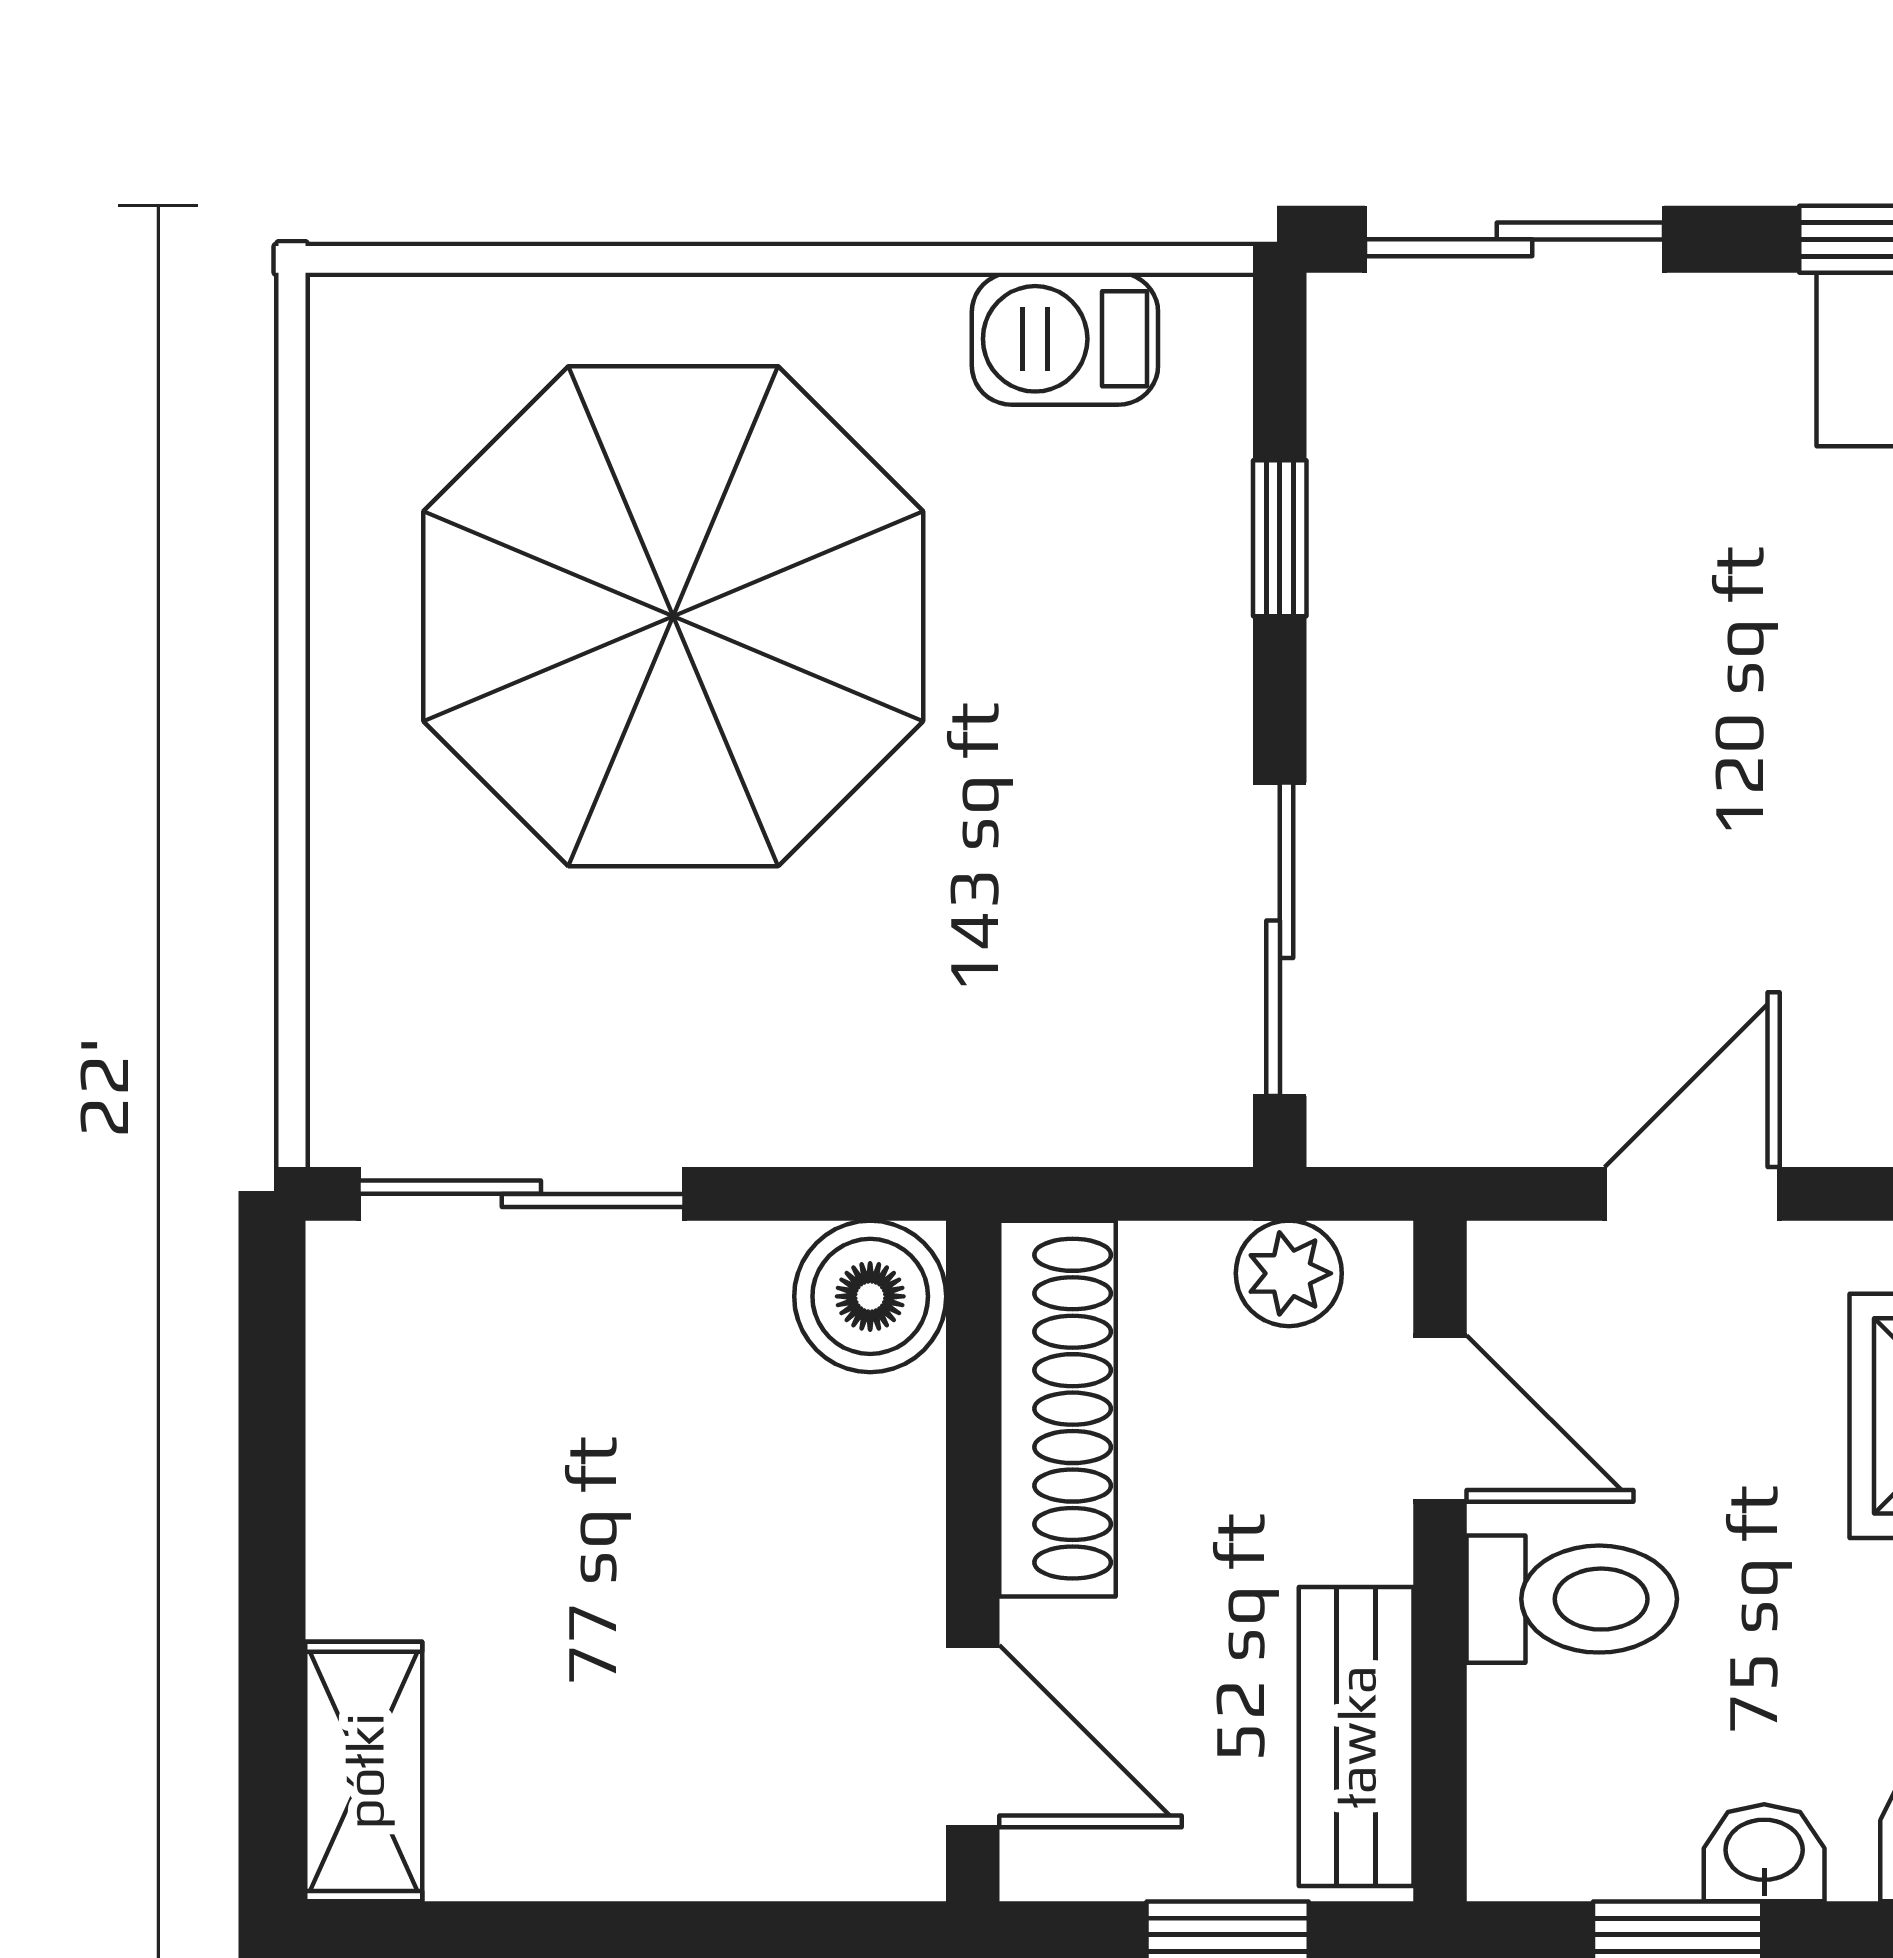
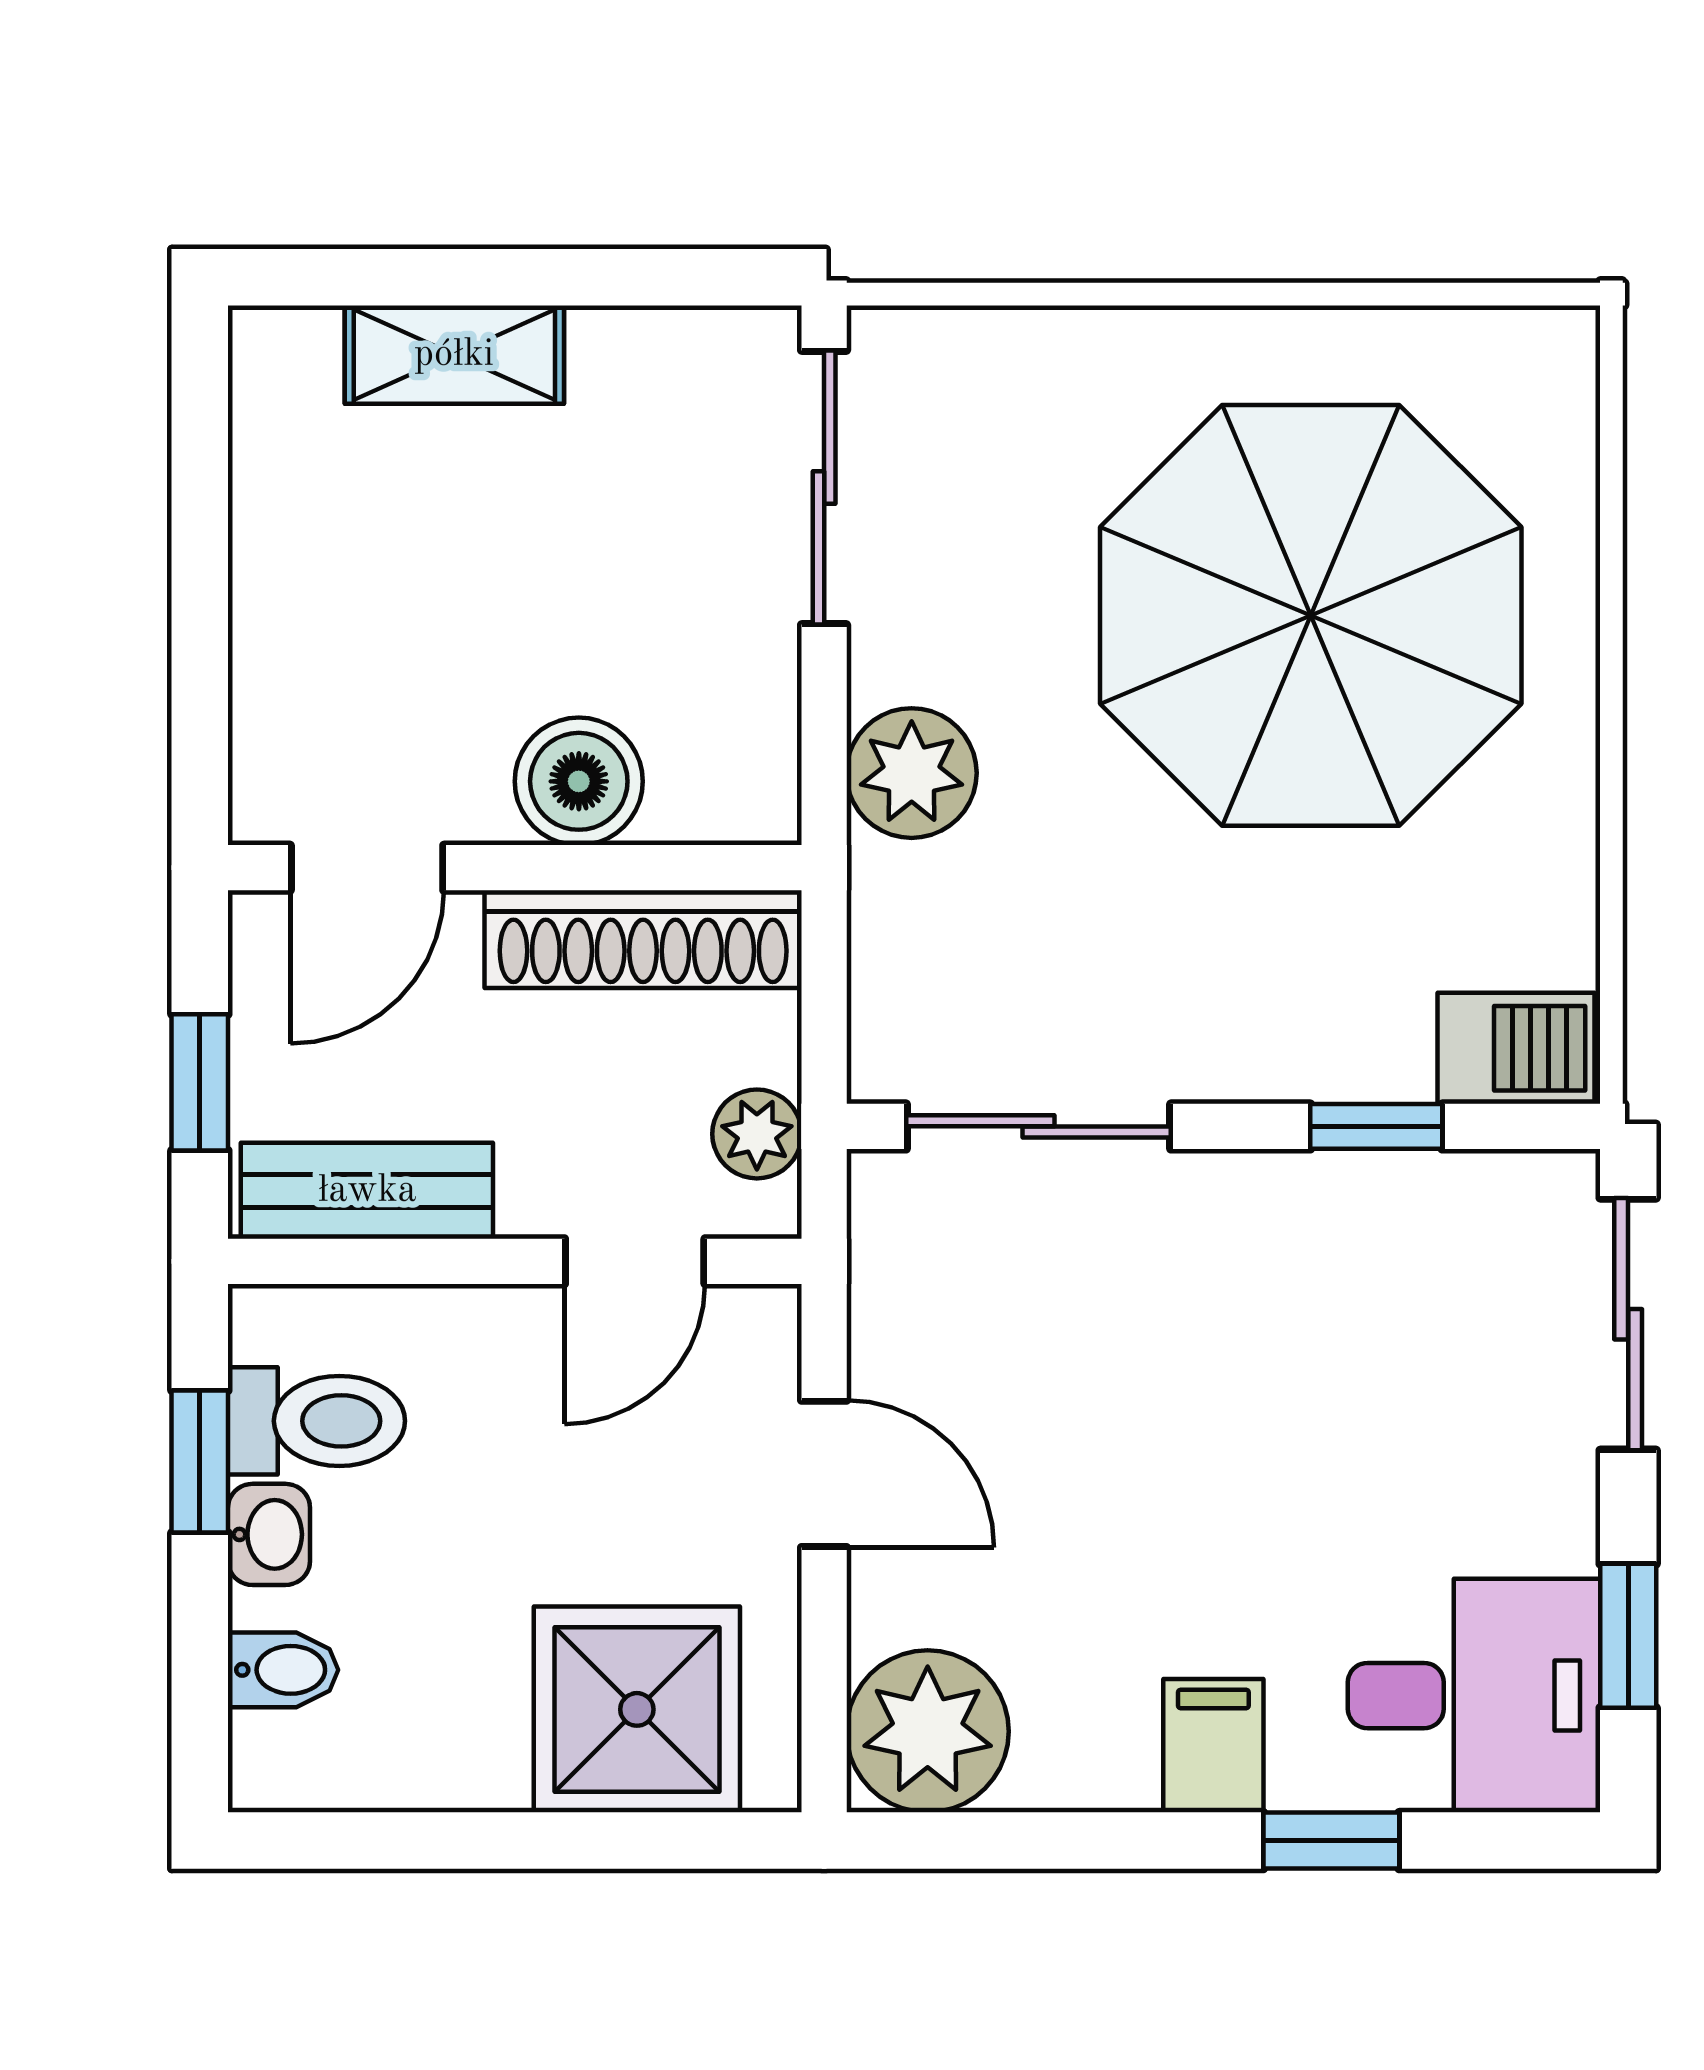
barbecue: (1065, 339) -> (1516, 1048), moved, turned 90
plant: (860, 1090) -> (912, 773), added
boiler: (870, 1296) -> (579, 781), moved
toilet: (1572, 1599) -> (316, 1421), moved, turned -90
shelving: (364, 1771) -> (454, 355), moved

